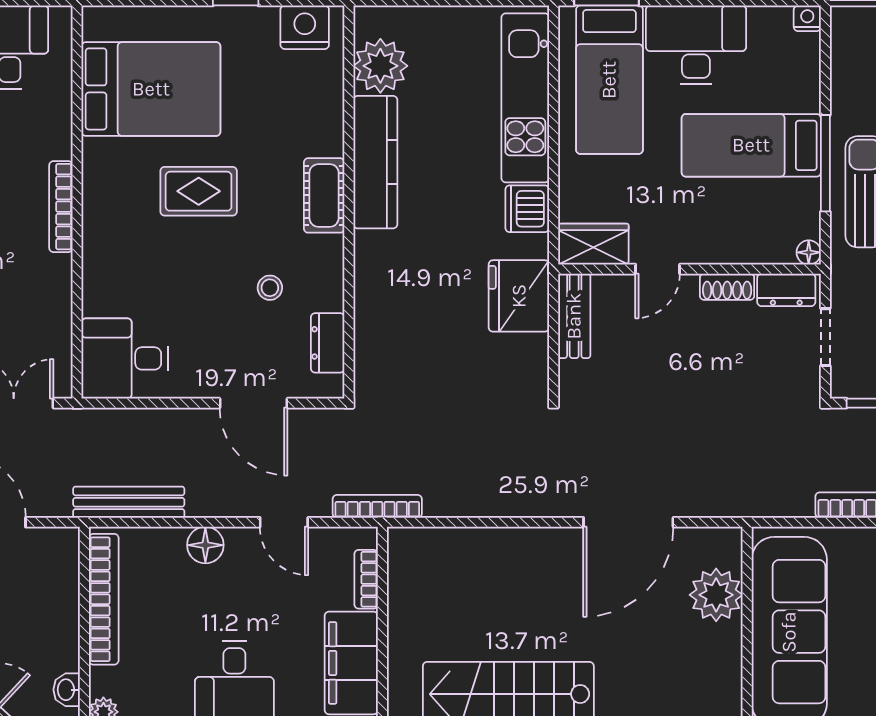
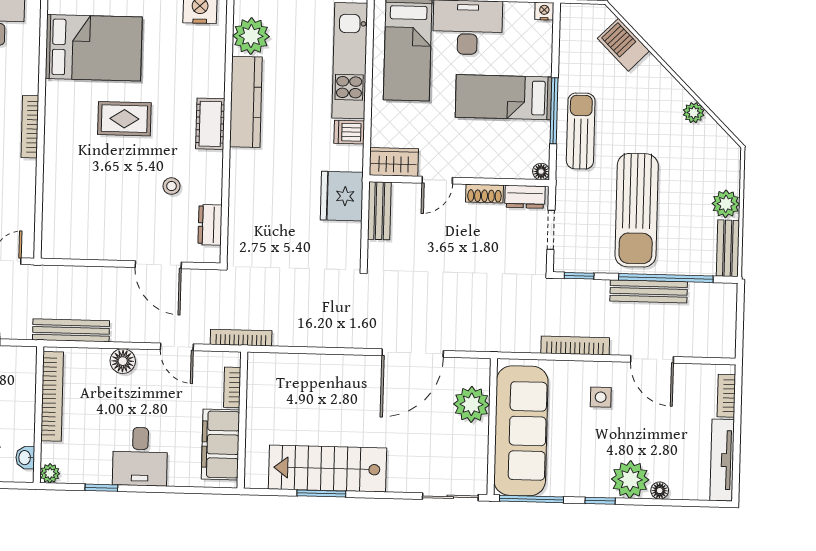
dishwasher: (527, 209) -> (349, 132), width x0.73
desk: (125, 358) -> (71, 232), removed

